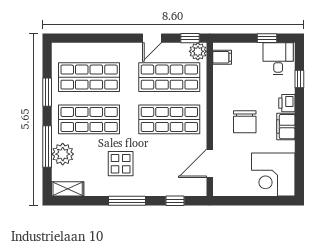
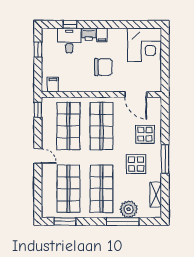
door: (152, 38) -> (38, 156), moved
plant: (198, 51) -> (48, 104), removed
desk: (278, 59) -> (69, 40), moved, turned 90
window: (47, 92) -> (65, 221), moved
filing cabinet: (286, 127) -> (102, 35), width x0.50
display table: (159, 175) -> (145, 134), added
shelving: (68, 189) -> (156, 195), moved
window: (175, 201) -> (165, 122), removed

